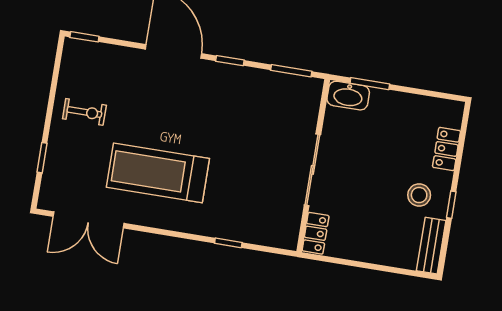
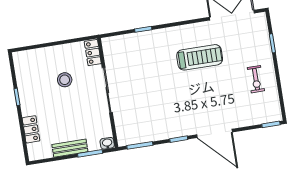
washbasin: (348, 96) -> (107, 143), width x0.52, depth x0.69
exercise bike: (84, 112) -> (256, 79), turned -90
treadmill: (158, 173) -> (200, 57), width x0.73, depth x0.73
stool: (419, 195) -> (65, 80), moved
bench: (431, 246) -> (70, 148), moved, turned 90

